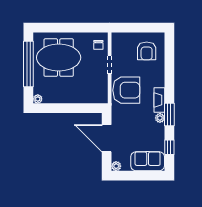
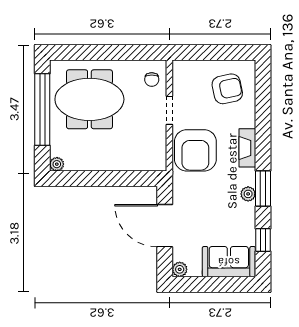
armchair: (147, 51) -> (227, 89), turned -102
armchair: (126, 90) -> (195, 150), turned 90
fireplace: (159, 100) -> (247, 148), moved

